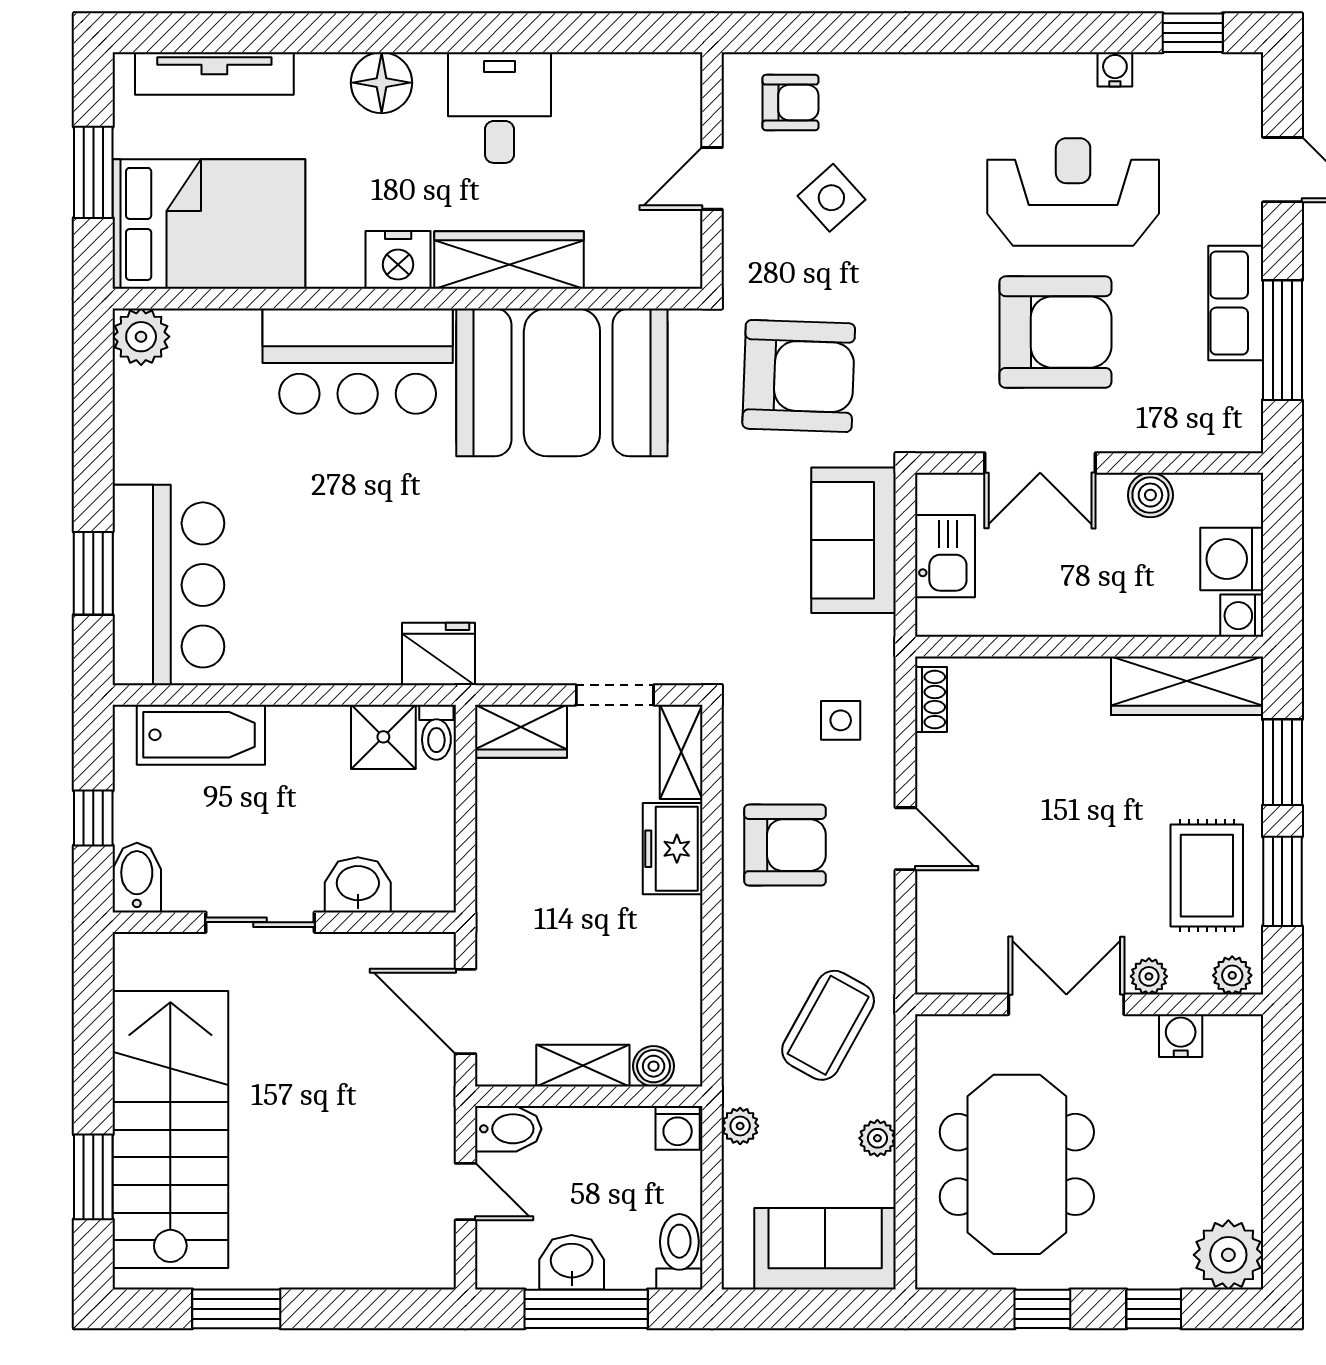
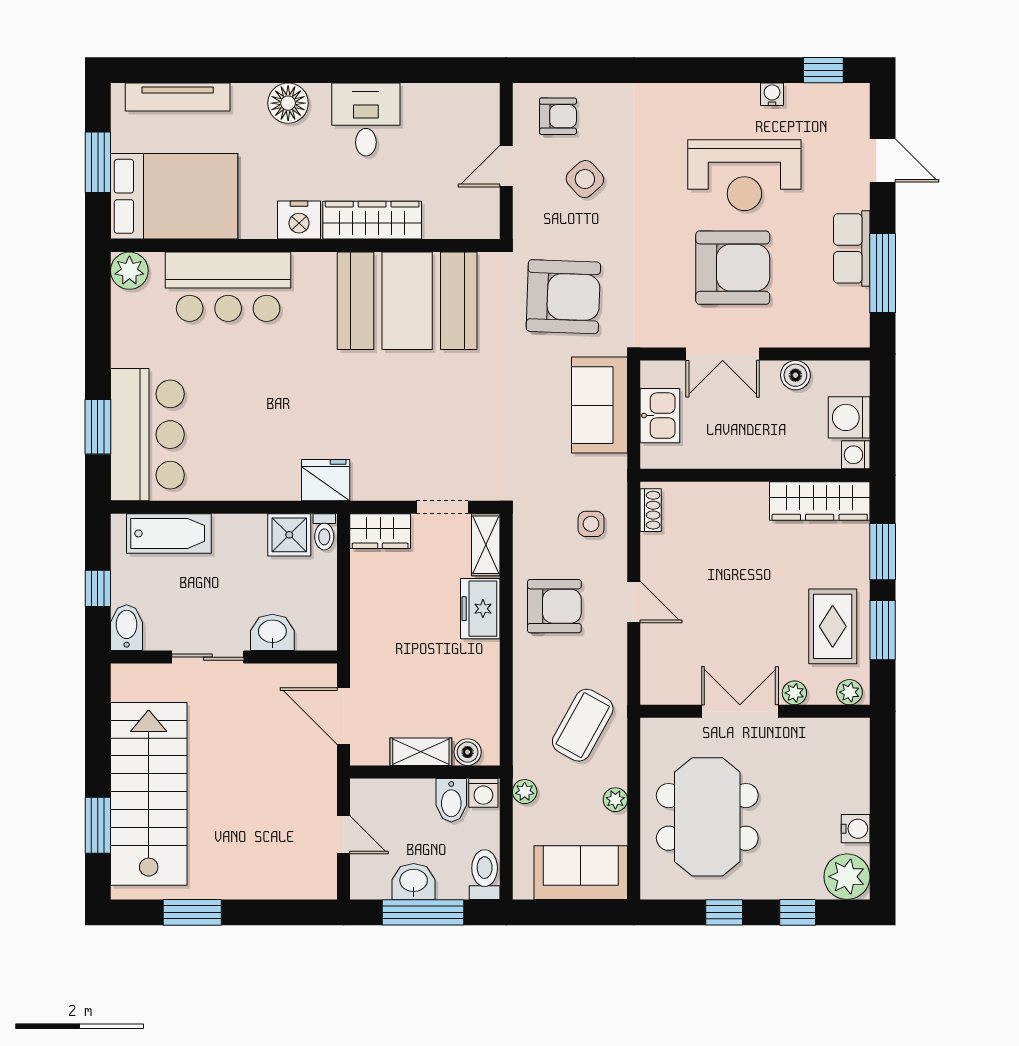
reception desk: (1073, 192) -> (744, 175), turned 180
bar counter: (358, 361) -> (228, 287), moved
water cooler: (1181, 1036) -> (856, 829), moved, turned 90
bidet: (508, 1129) -> (451, 800), moved, turned 90

